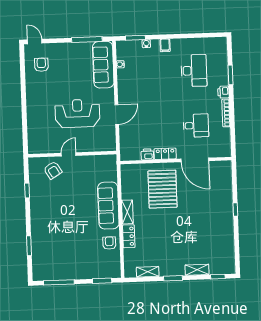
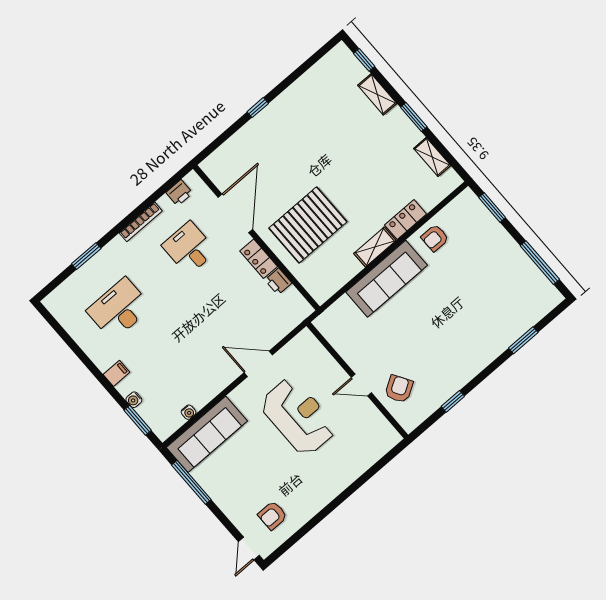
printer: (223, 92) -> (179, 193), moved
reception desk: (78, 113) -> (298, 416), turned 180

